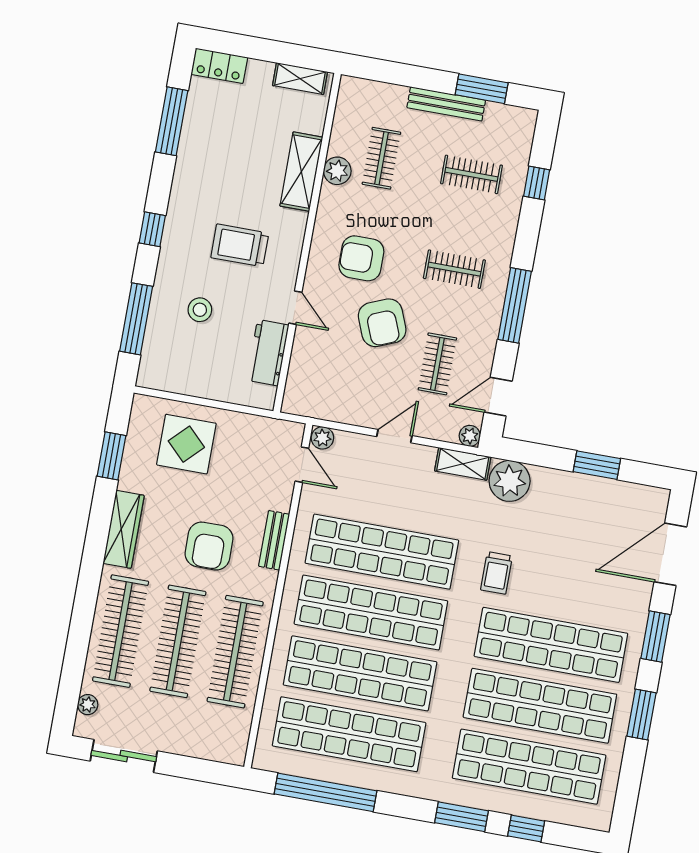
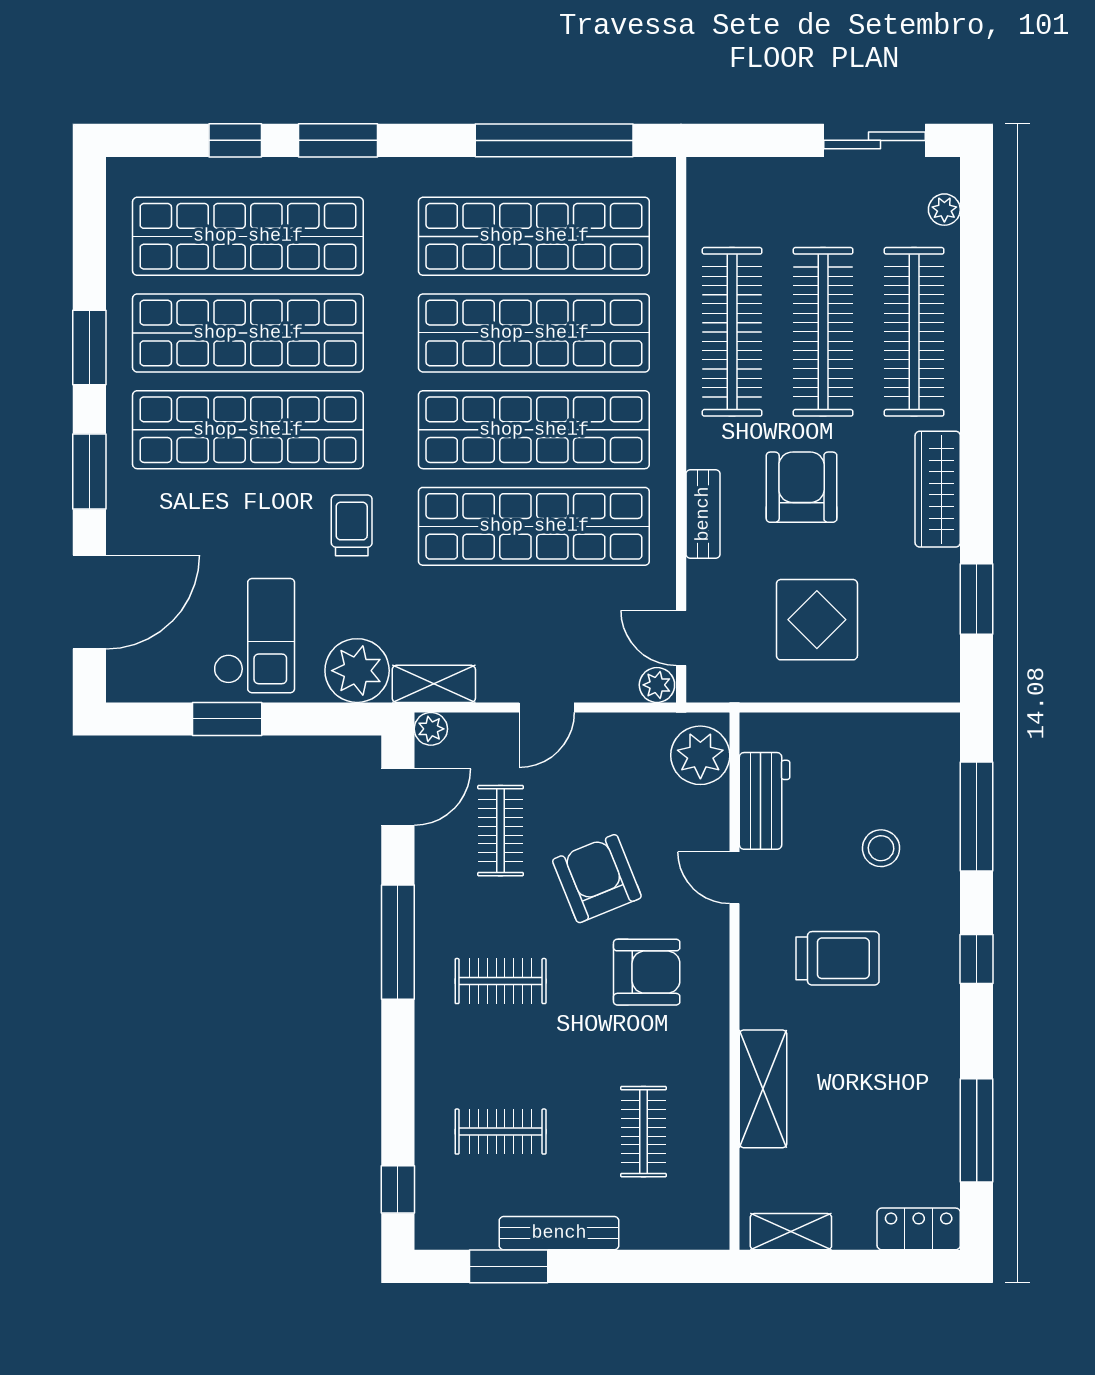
plant: (337, 171) -> (700, 755), moved, width x1.36, depth x1.36
window: (537, 183) -> (398, 1189), moved
display table: (186, 444) -> (817, 620), moved
checkout: (570, 515) -> (254, 636), added

